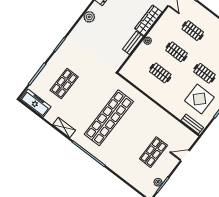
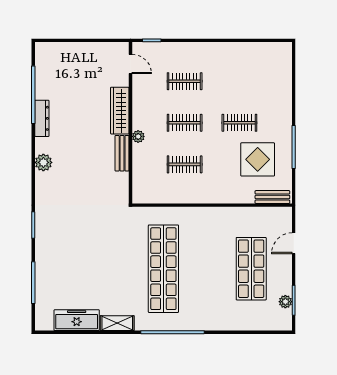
shop shelf: (64, 84) -> (76, 269), removed
freezer: (35, 103) -> (77, 320), moved
shop shelf: (153, 152) -> (251, 269), width x1.43, depth x1.36

